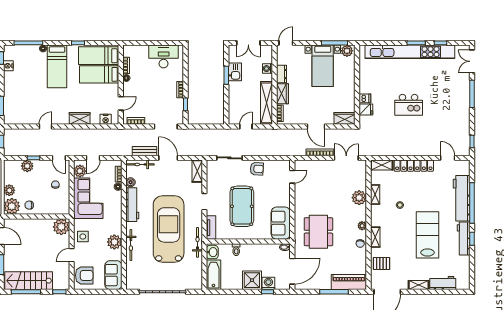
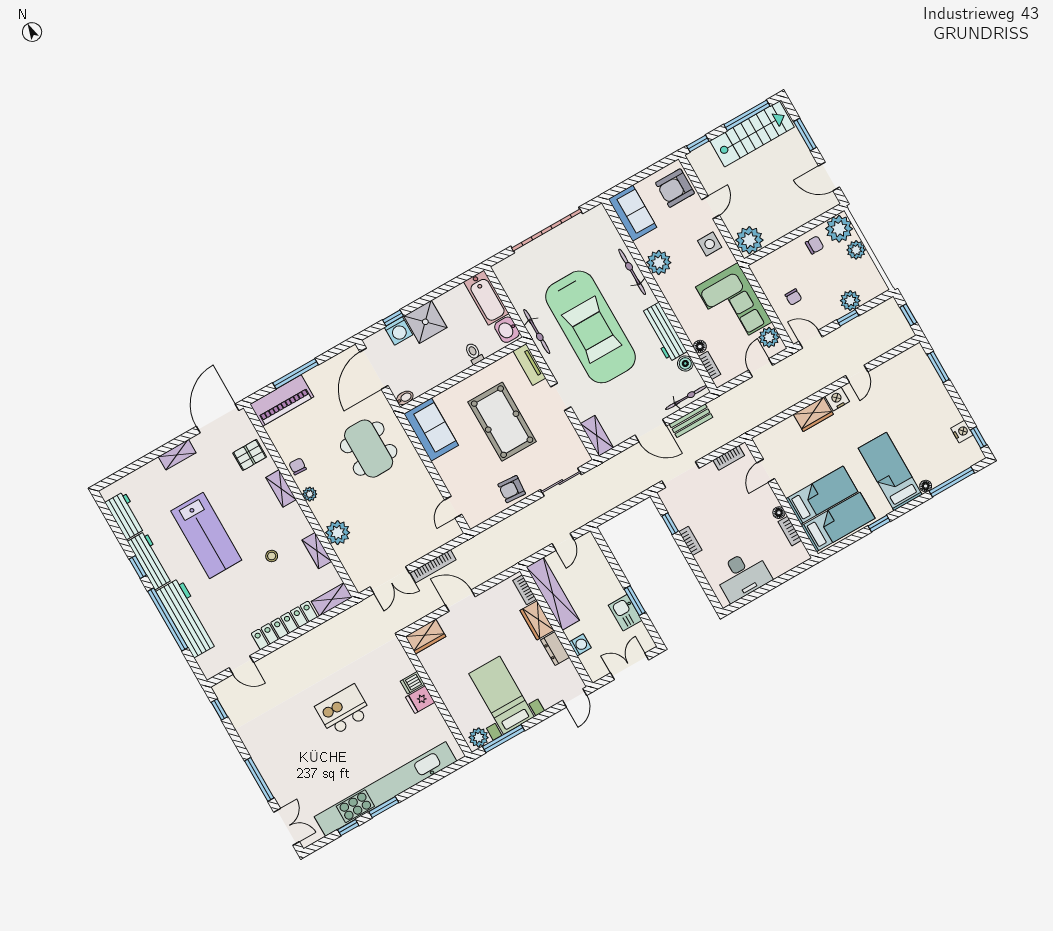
fridge: (366, 109) -> (420, 700), moved
nightstand: (106, 119) -> (837, 399), moved
workbench: (443, 283) -> (125, 516), moved, turned -90

